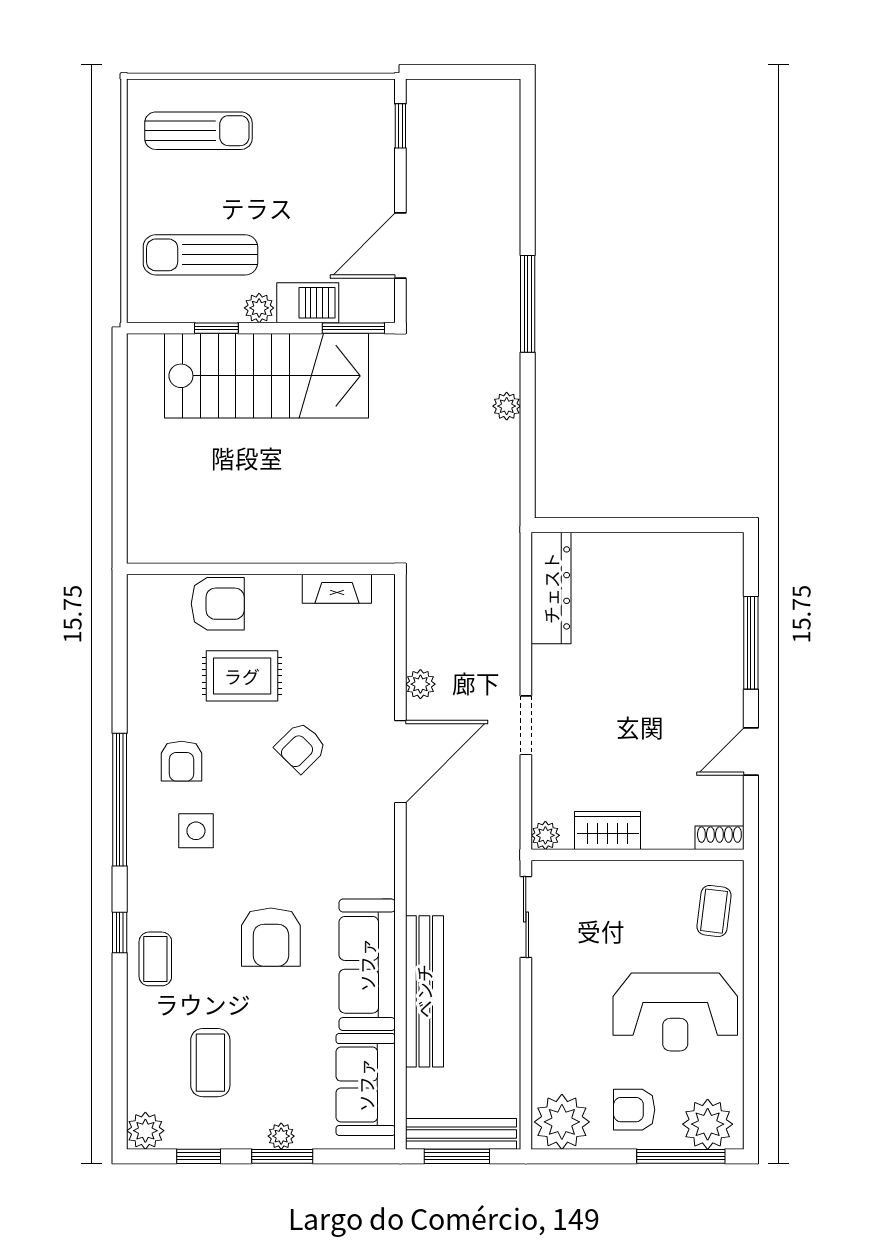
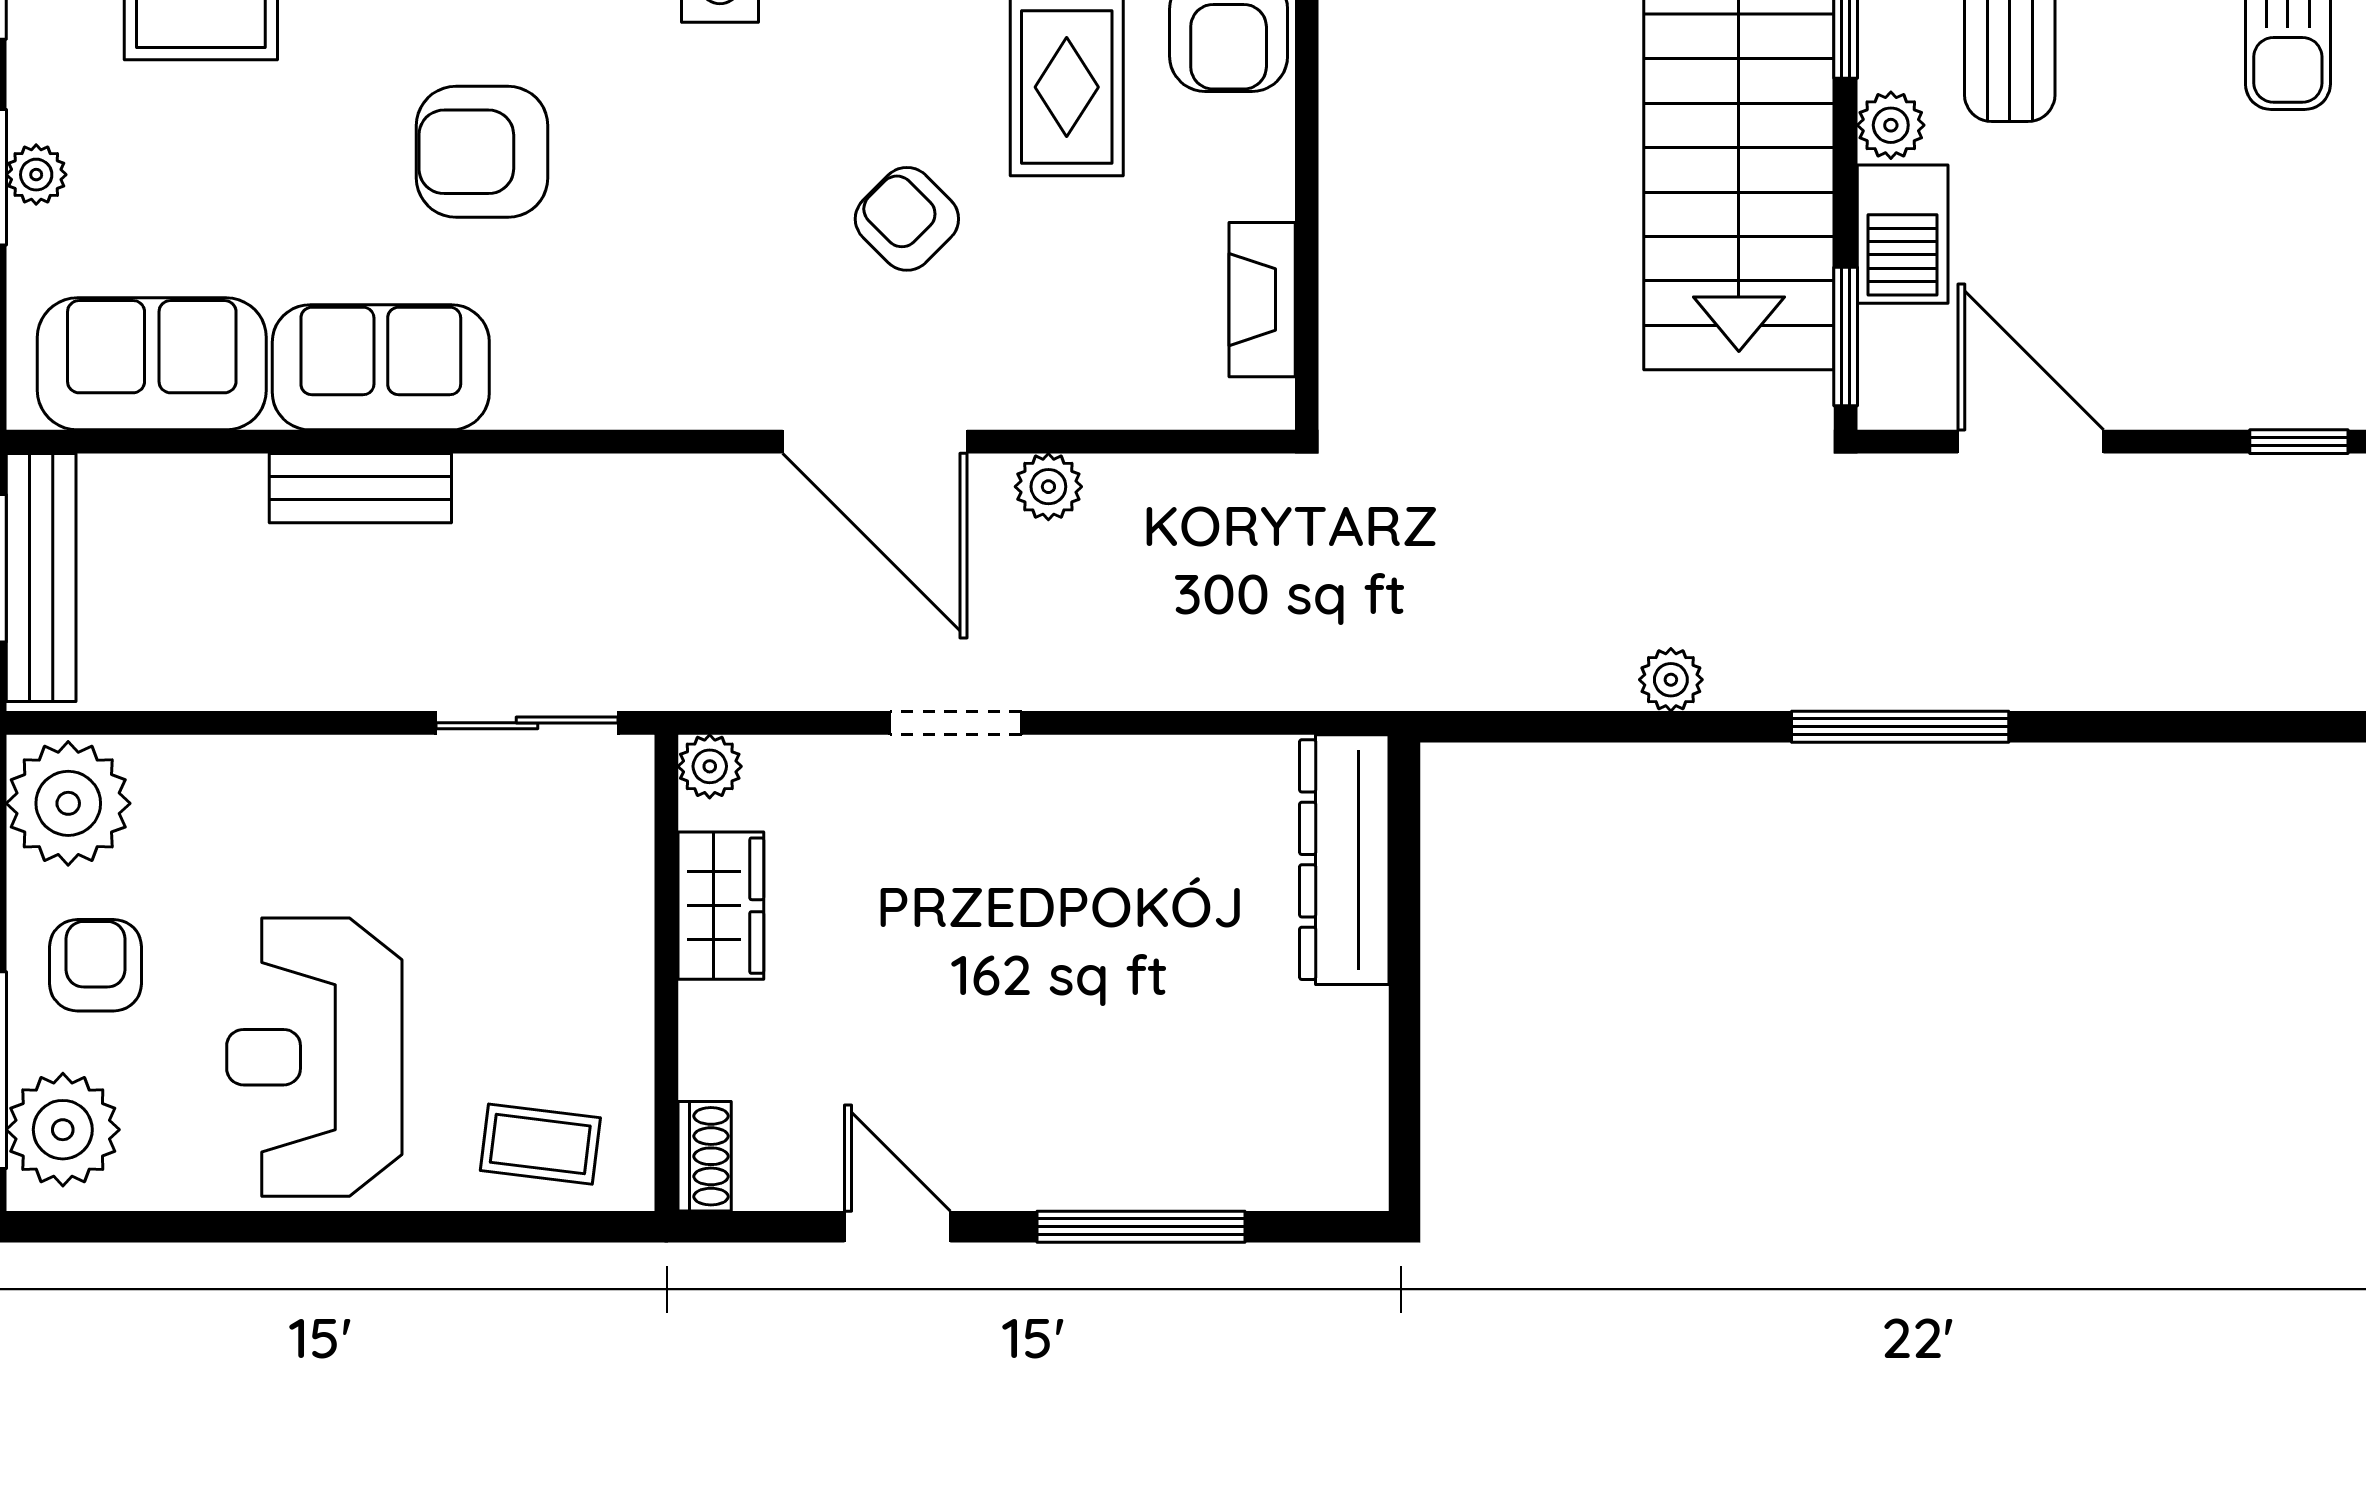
dresser: (551, 588) -> (1344, 860), moved, turned 90
sofa: (367, 965) -> (381, 367), width x0.73
bench: (424, 991) -> (360, 488), width x0.54, depth x0.82

